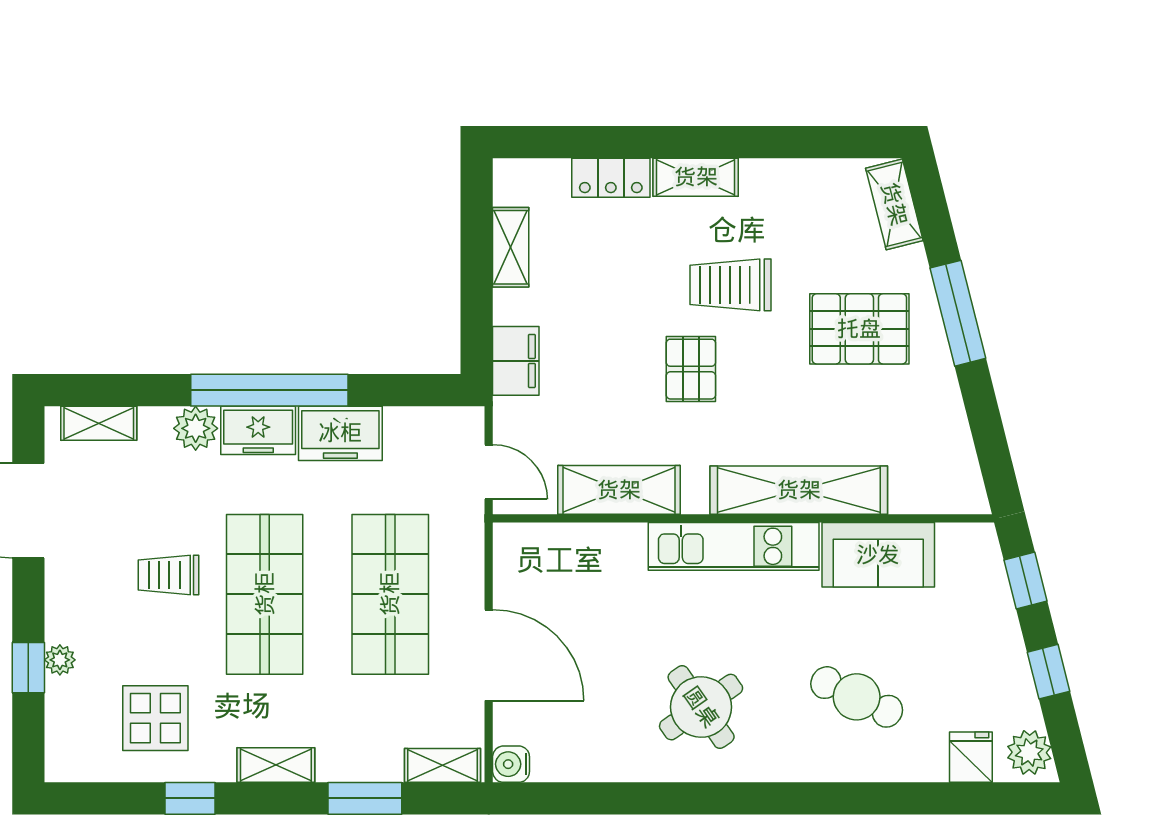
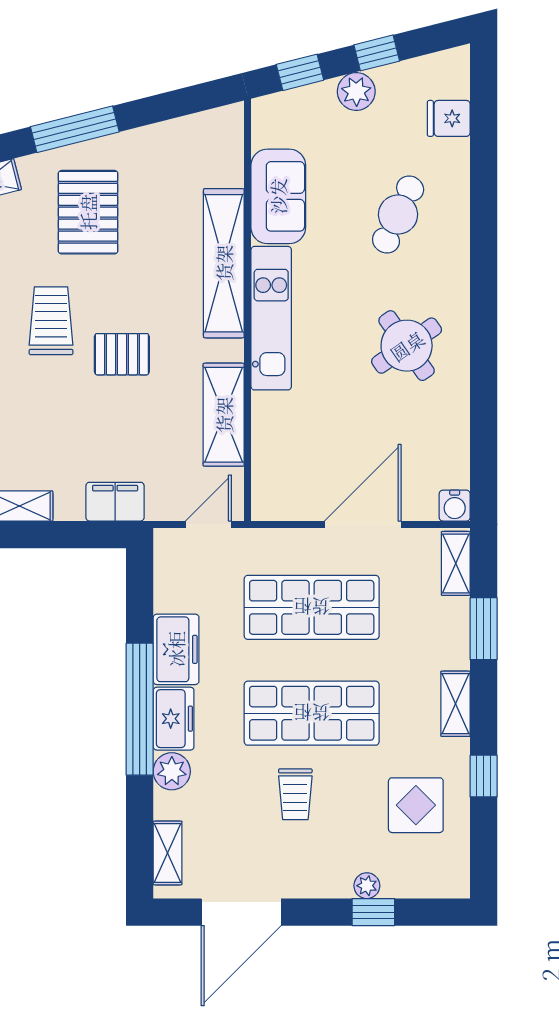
trolley: (731, 285) -> (51, 321), turned 180
plant: (1029, 752) -> (356, 92), moved

